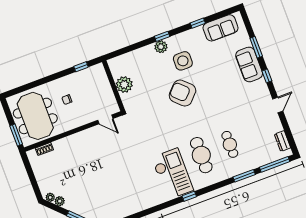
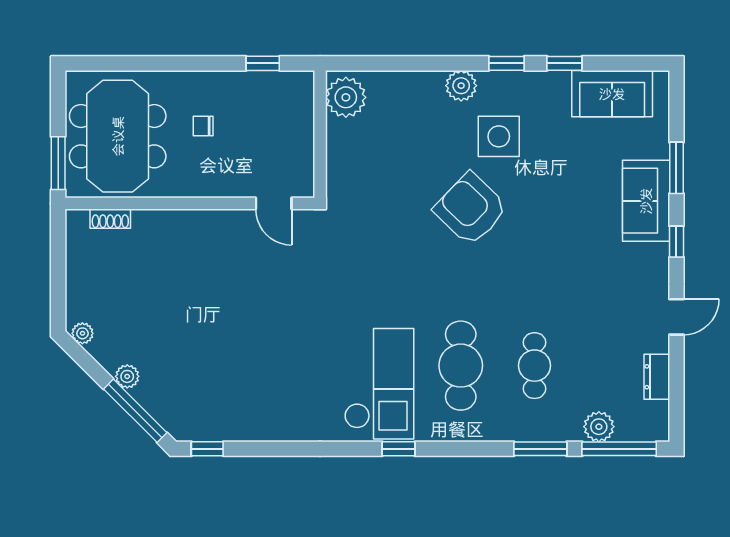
window: (162, 36) -> (506, 63), moved
plant: (124, 85) -> (346, 97), moved
dresser: (283, 141) -> (657, 377), moved
plant: (264, 159) -> (599, 427), added
plant: (60, 201) -> (127, 376), moved

